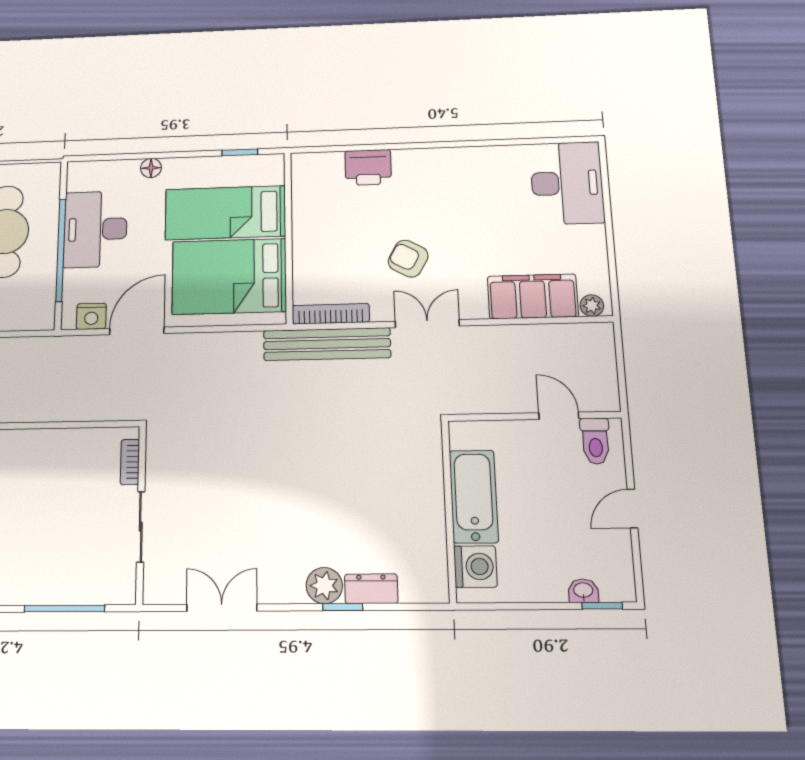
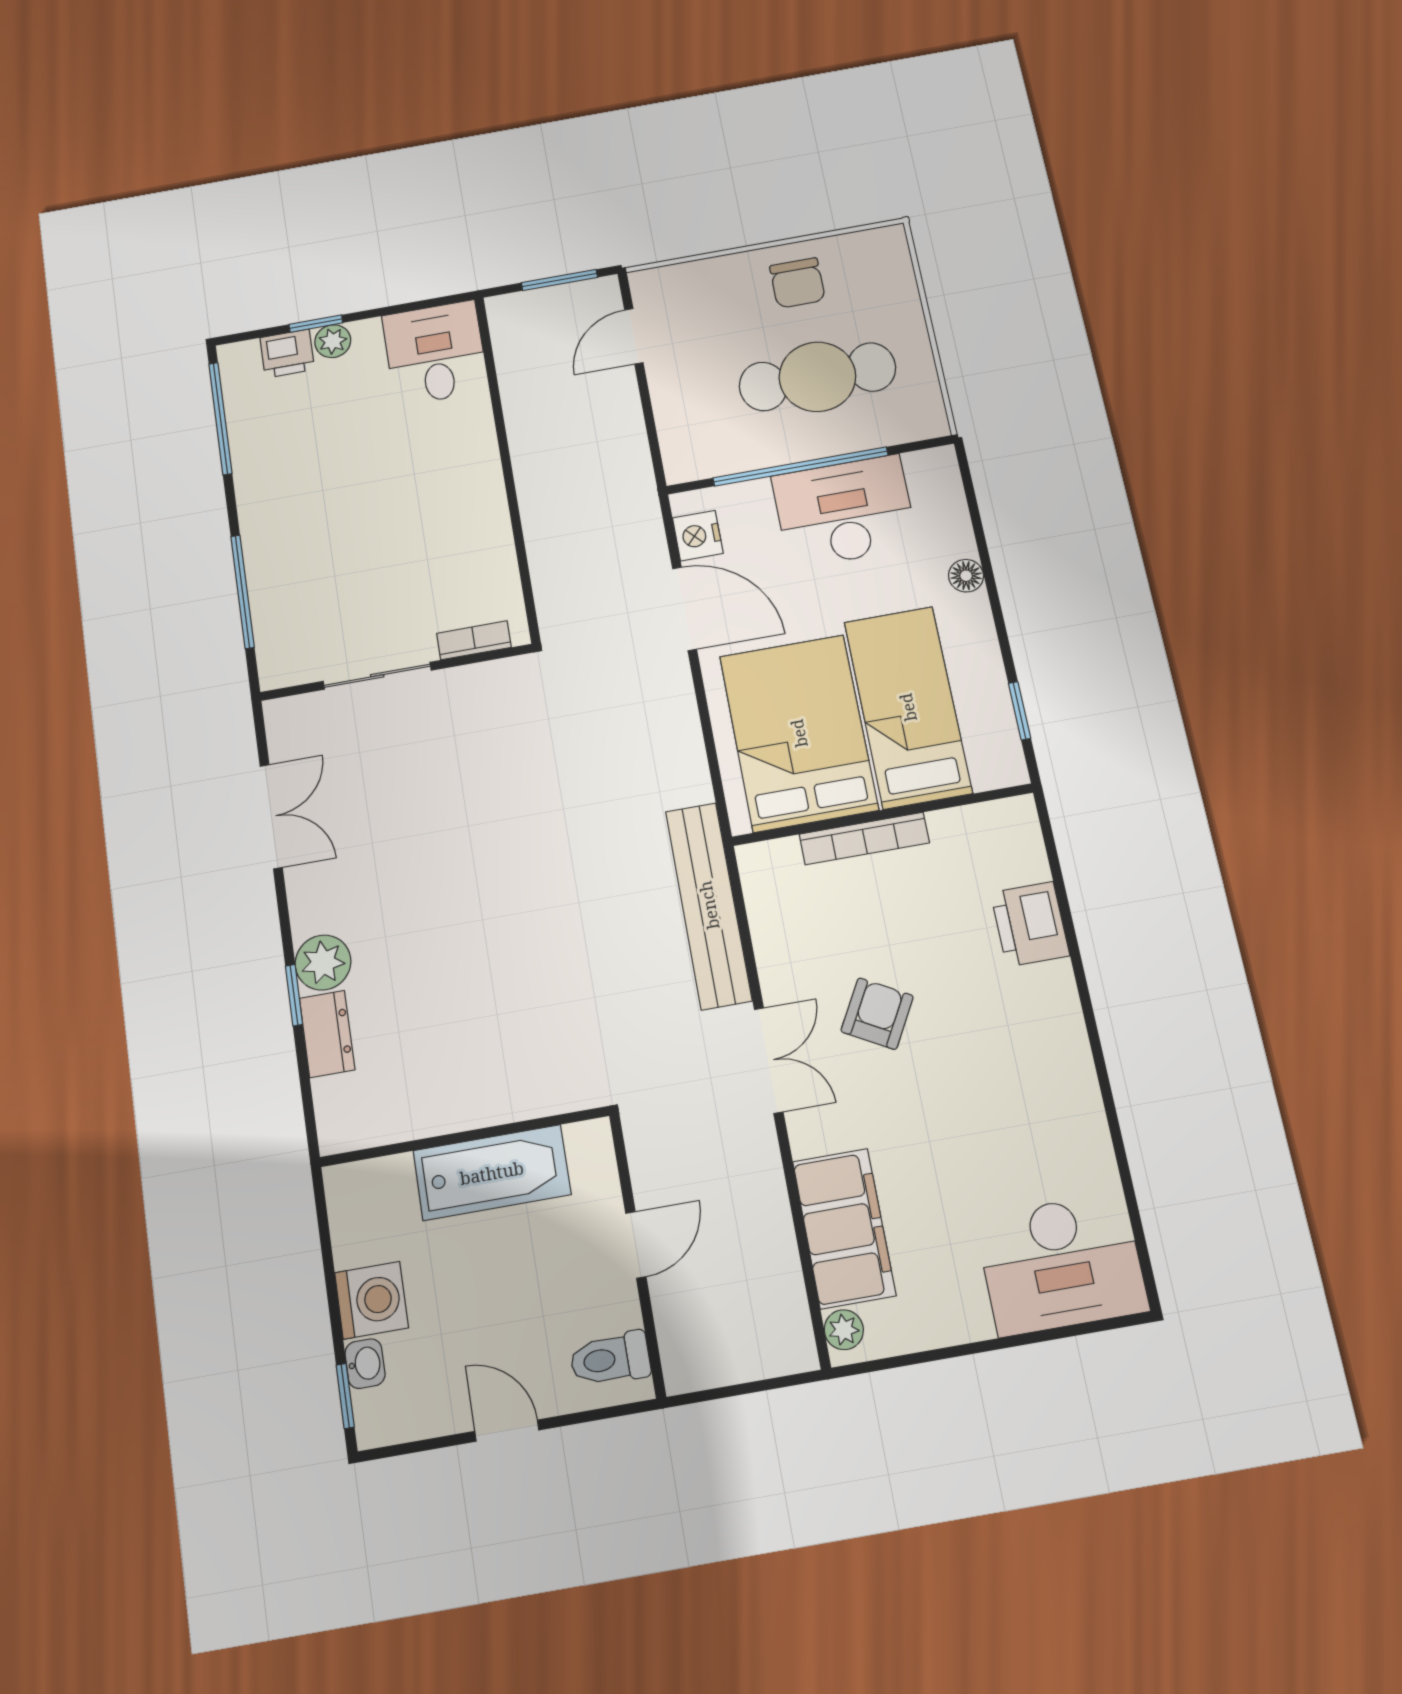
bookcase: (331, 314) -> (864, 839), moved, turned 90
door: (559, 416) -> (636, 1245), moved
washing machine: (475, 567) -> (371, 1300), moved, turned -90

